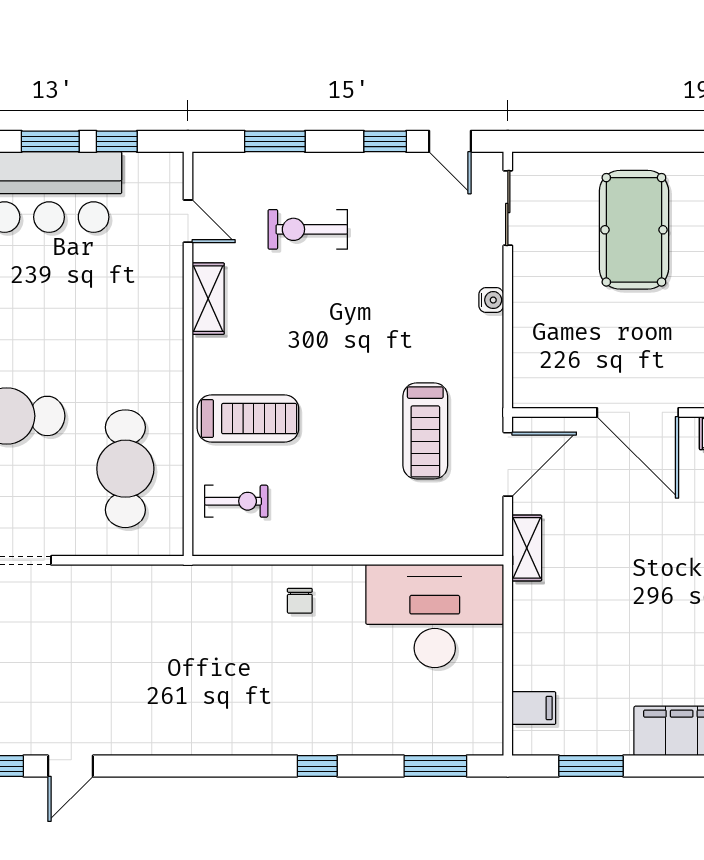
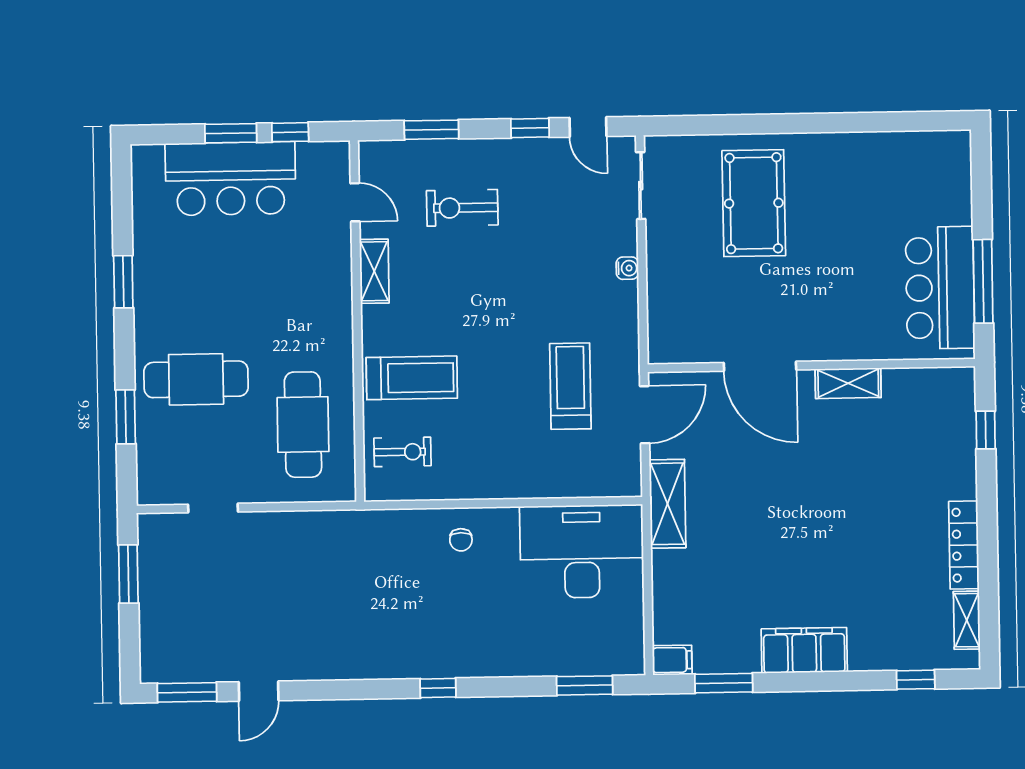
treadmill: (425, 431) -> (570, 386), turned 180
shelving: (527, 548) -> (668, 504), width x1.50, depth x1.33
filing cabinet: (534, 708) -> (672, 660), moved
window: (317, 766) -> (438, 688), moved

